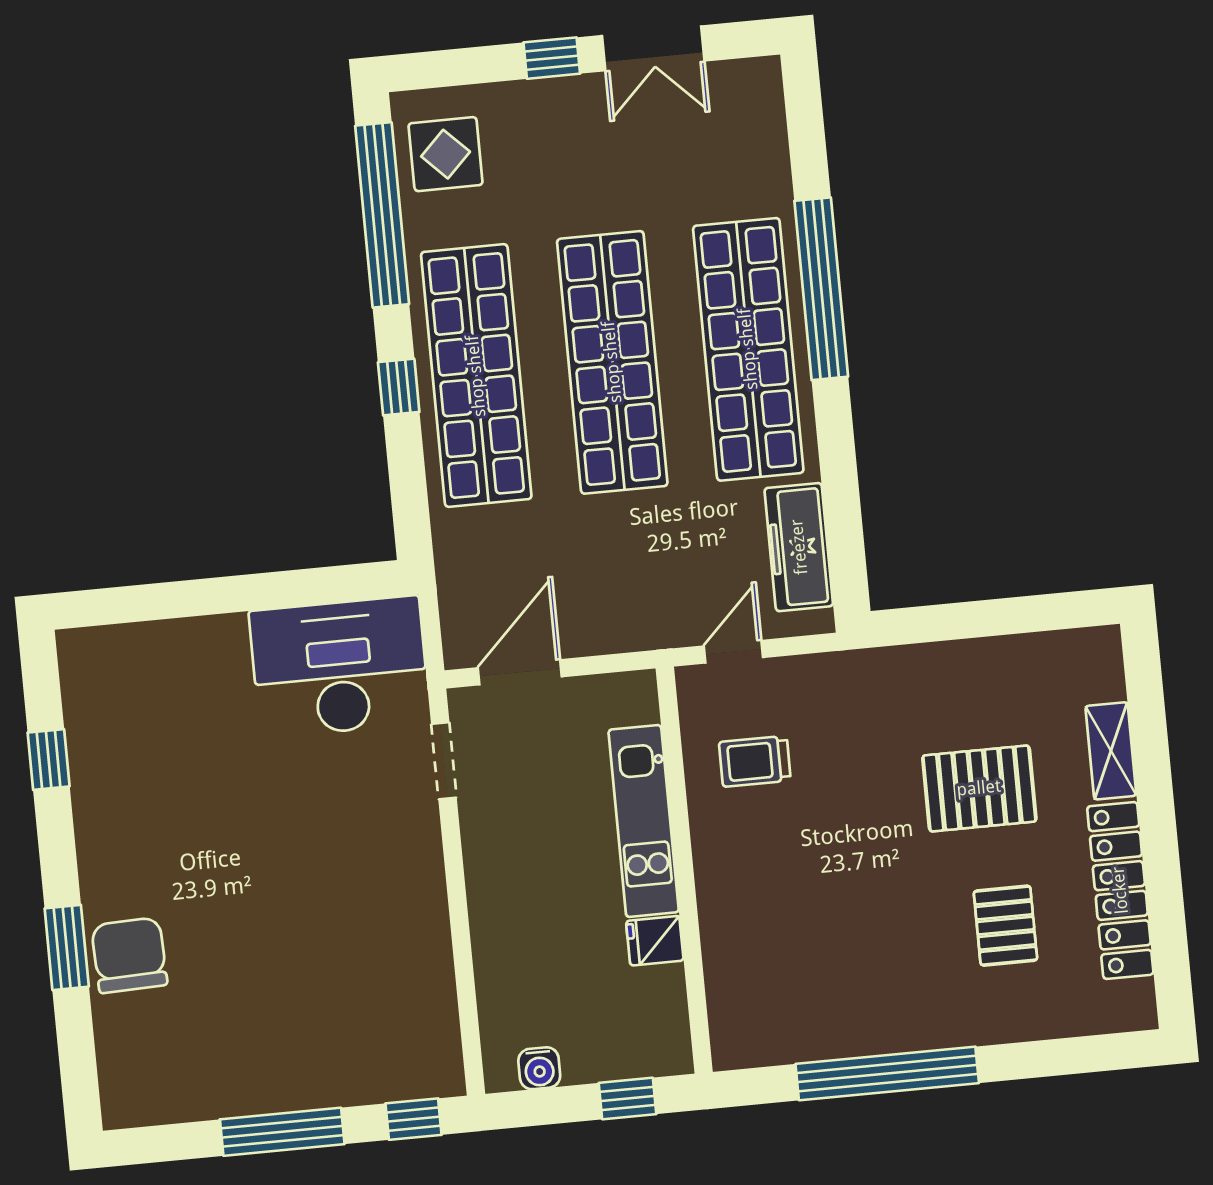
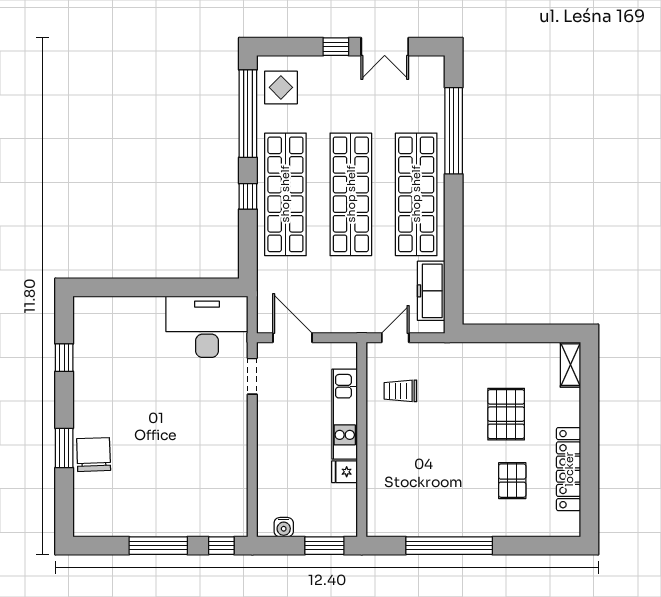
window: (821, 289) -> (454, 131), moved
door: (520, 672) -> (293, 338), hinge flipped
shelving: (1111, 751) -> (570, 365), moved
pallet: (979, 788) -> (506, 414), turned 90
window: (628, 1098) -> (324, 546), width x1.50

